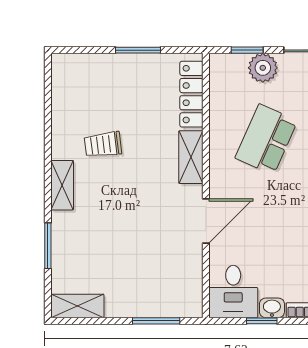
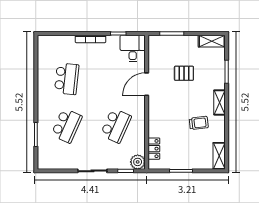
plant: (263, 68) -> (138, 162), moved
locker: (191, 94) -> (154, 149), width x0.66
shelving: (191, 157) -> (219, 156), moved
pallet: (132, 243) -> (184, 73), added
washbasin: (272, 308) -> (113, 40), removed

